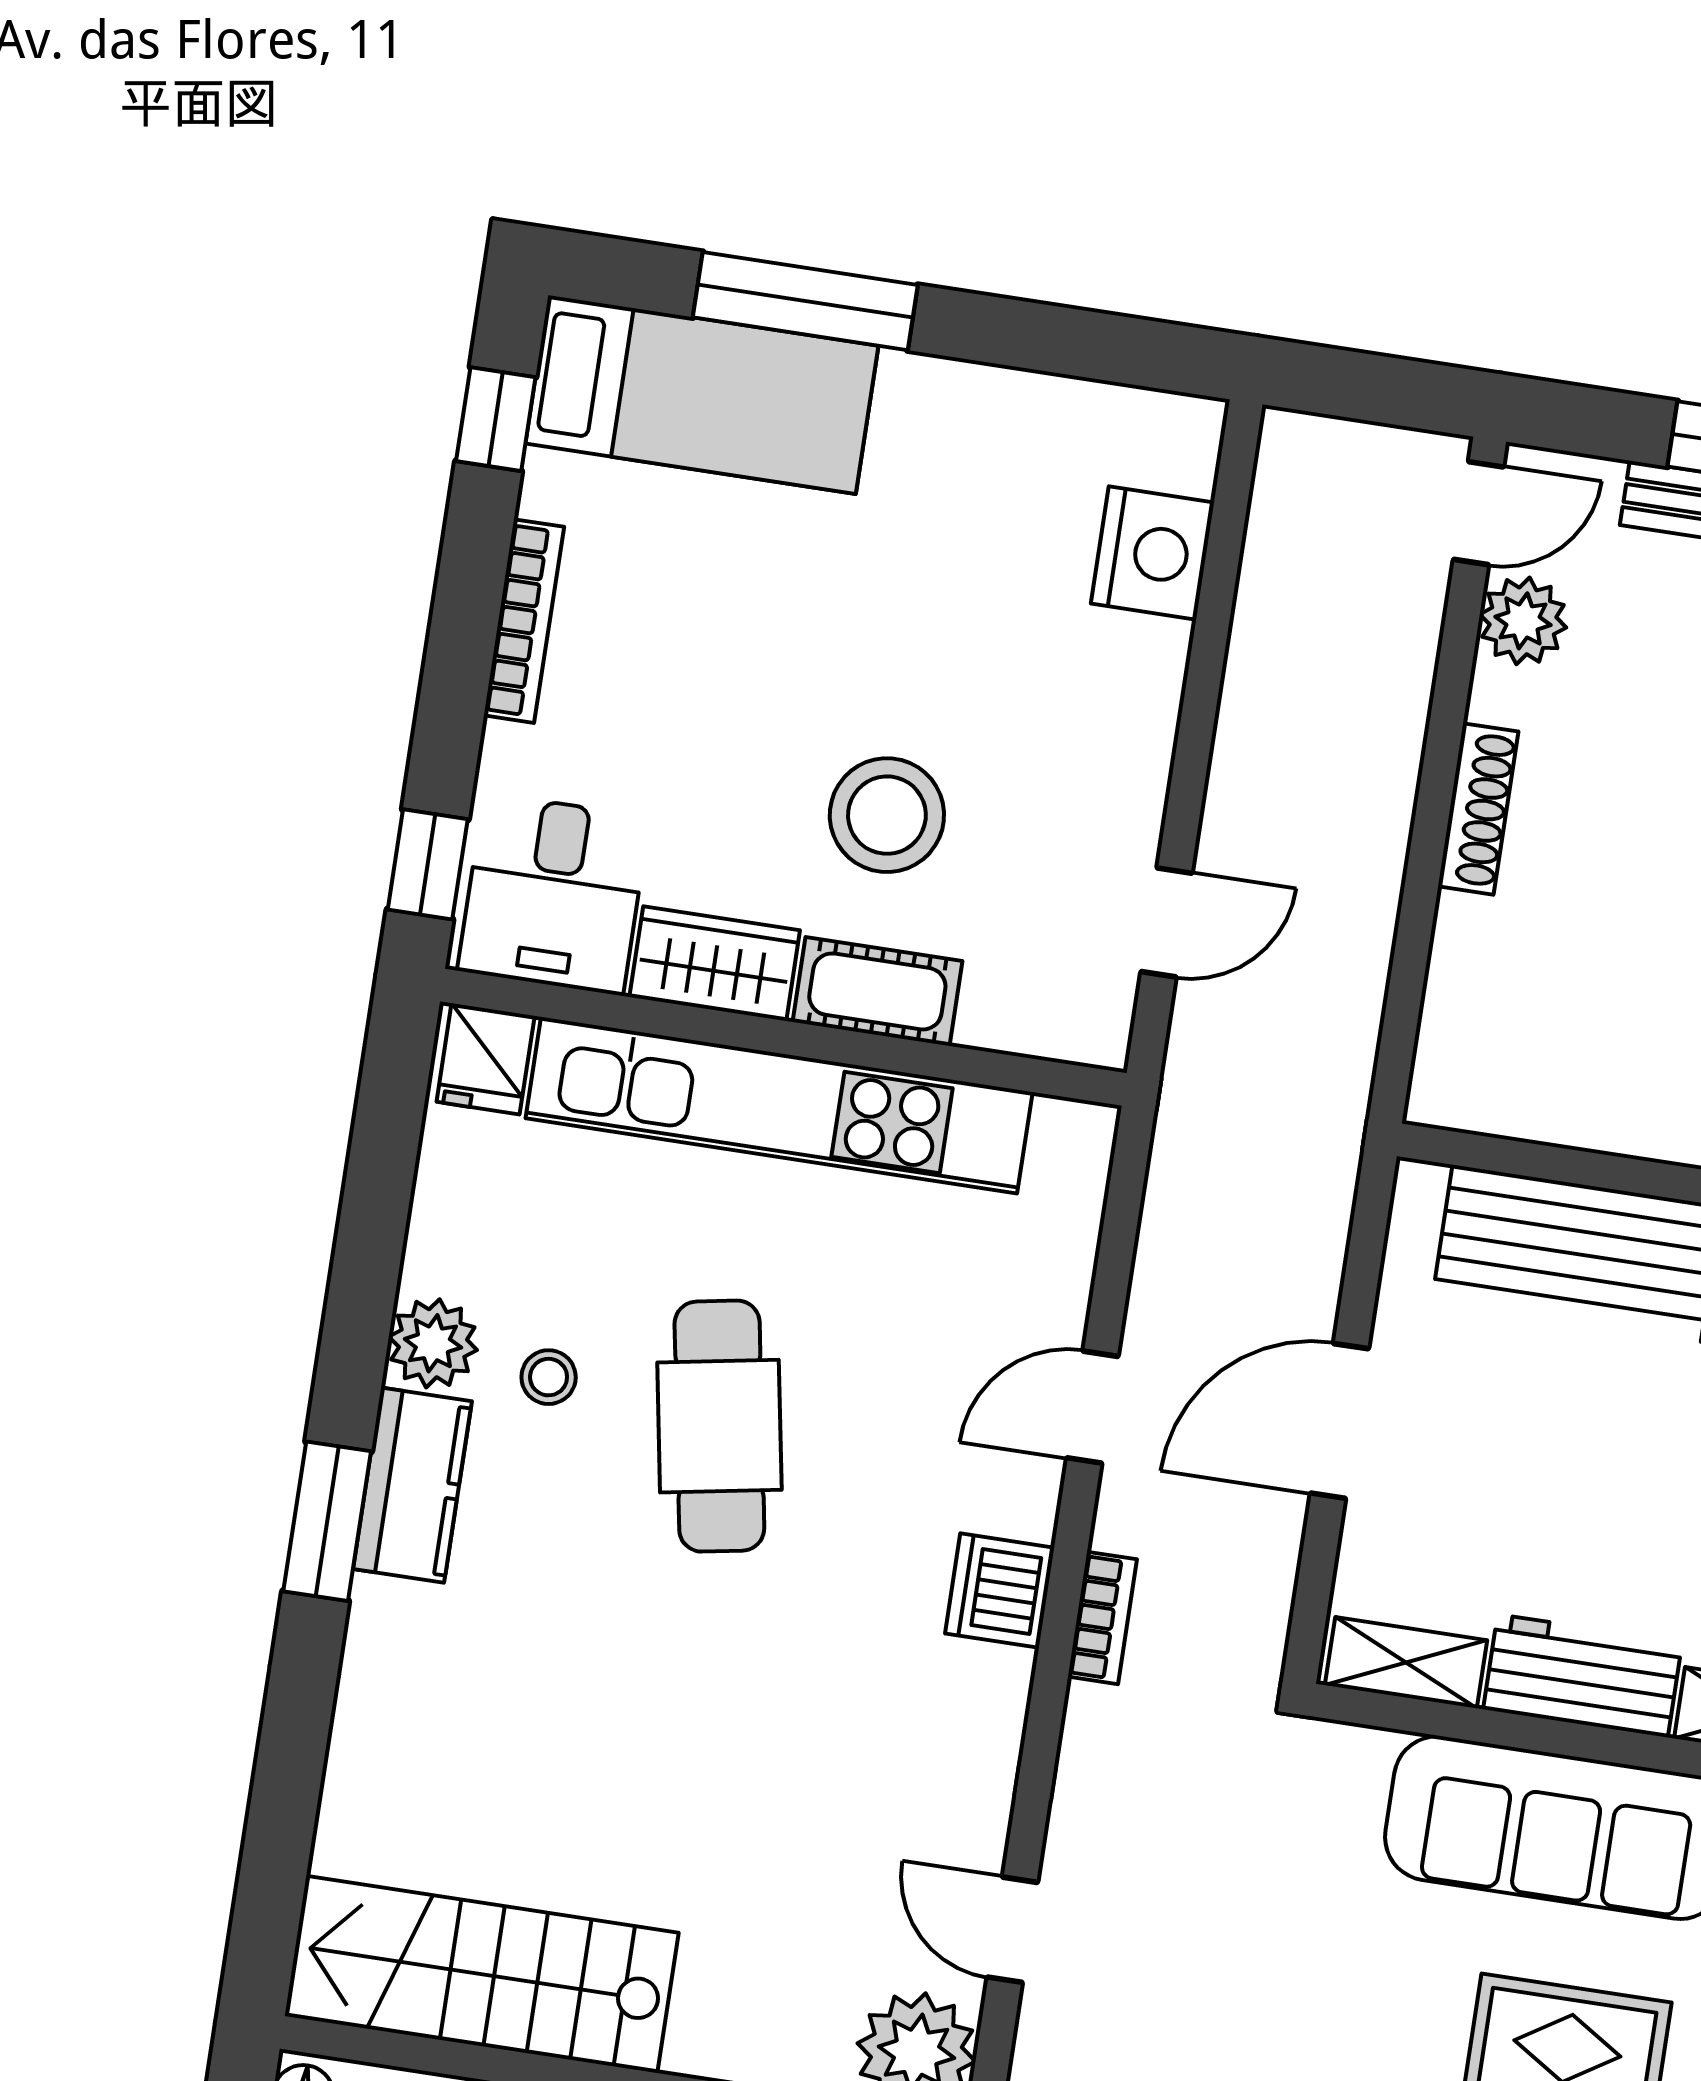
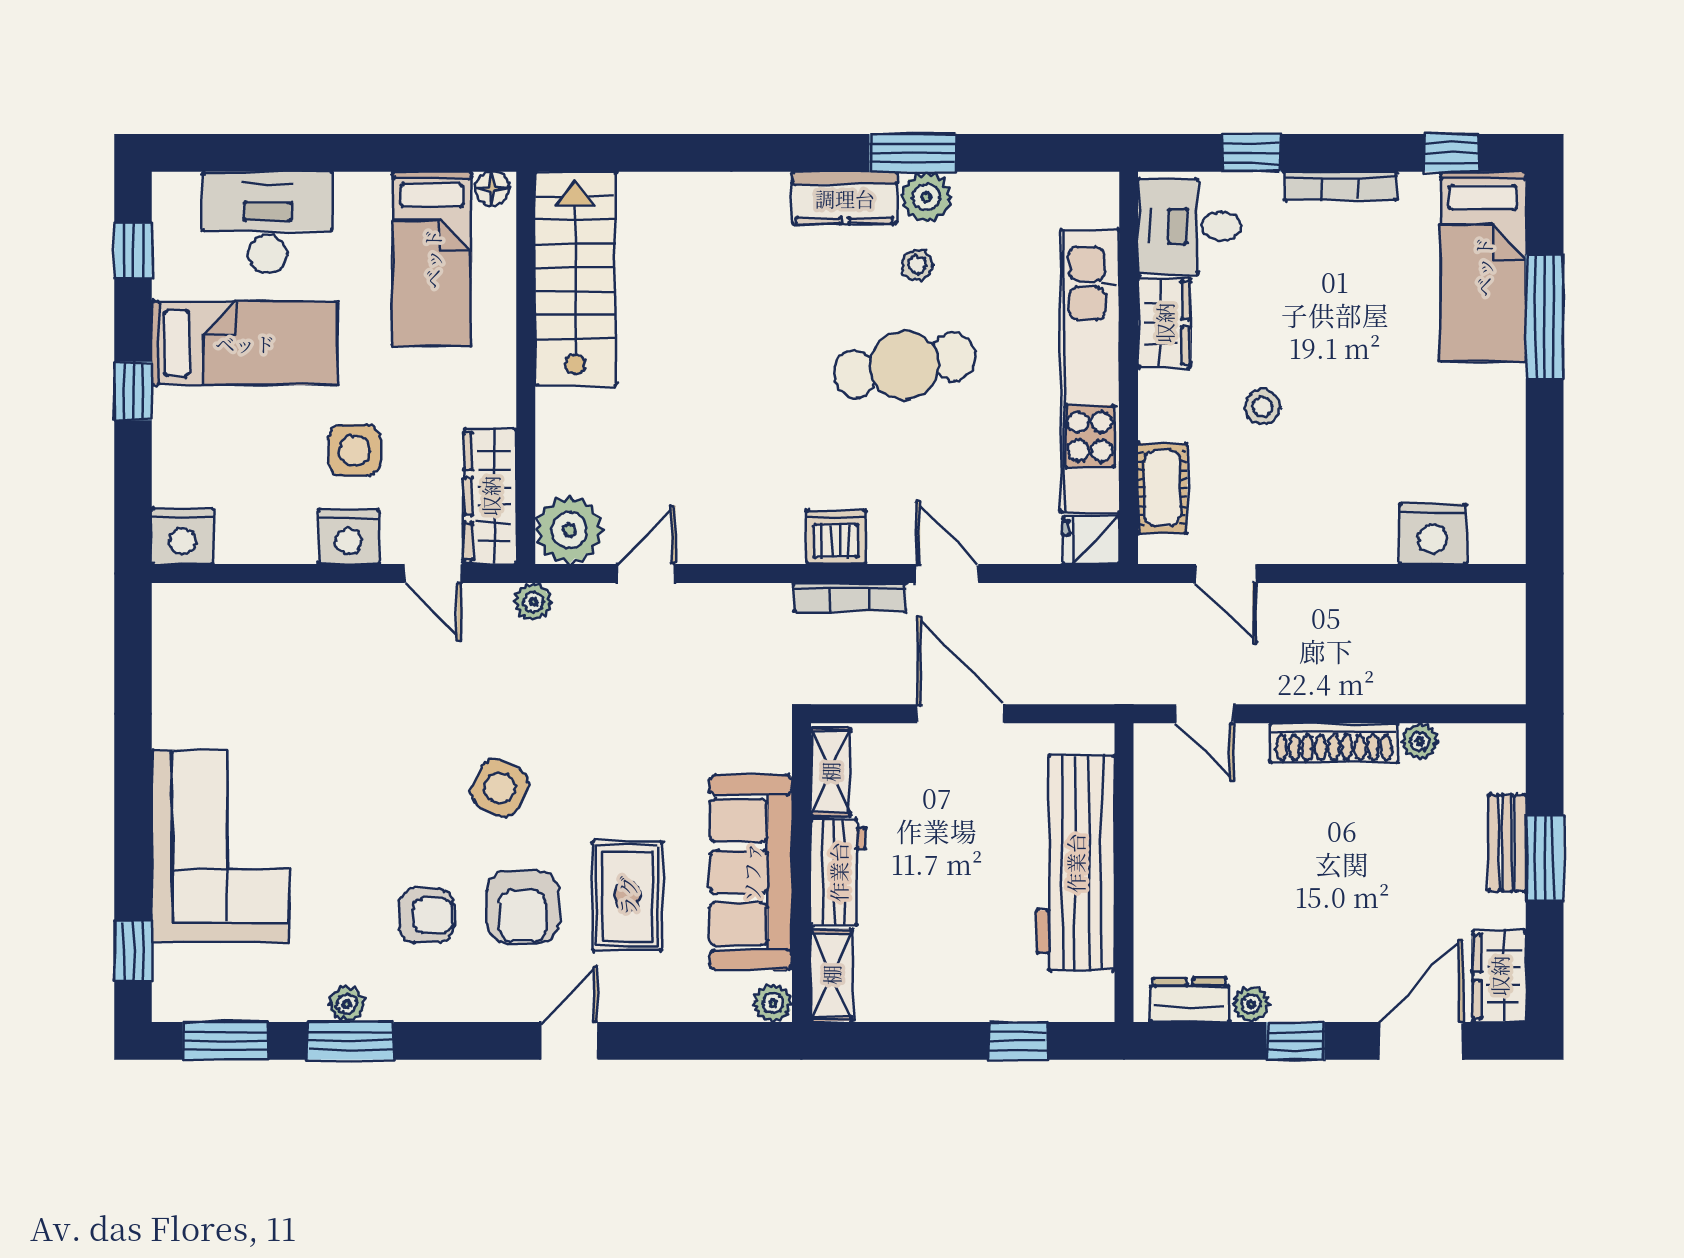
door: (1478, 513) -> (1205, 714), moved
plant: (1523, 621) -> (1420, 741), width x0.73, depth x0.73
shoe rack: (1478, 809) -> (1334, 743), width x1.36, depth x1.24
stool: (887, 815) -> (1263, 407), width x0.53, depth x0.53
window: (428, 864) -> (1252, 153), moved
cot: (877, 991) -> (1163, 488), moved
fridge: (486, 1059) -> (1091, 540), moved
window: (327, 1521) -> (913, 153), moved
bookcase: (1102, 1618) -> (850, 597), width x1.56

